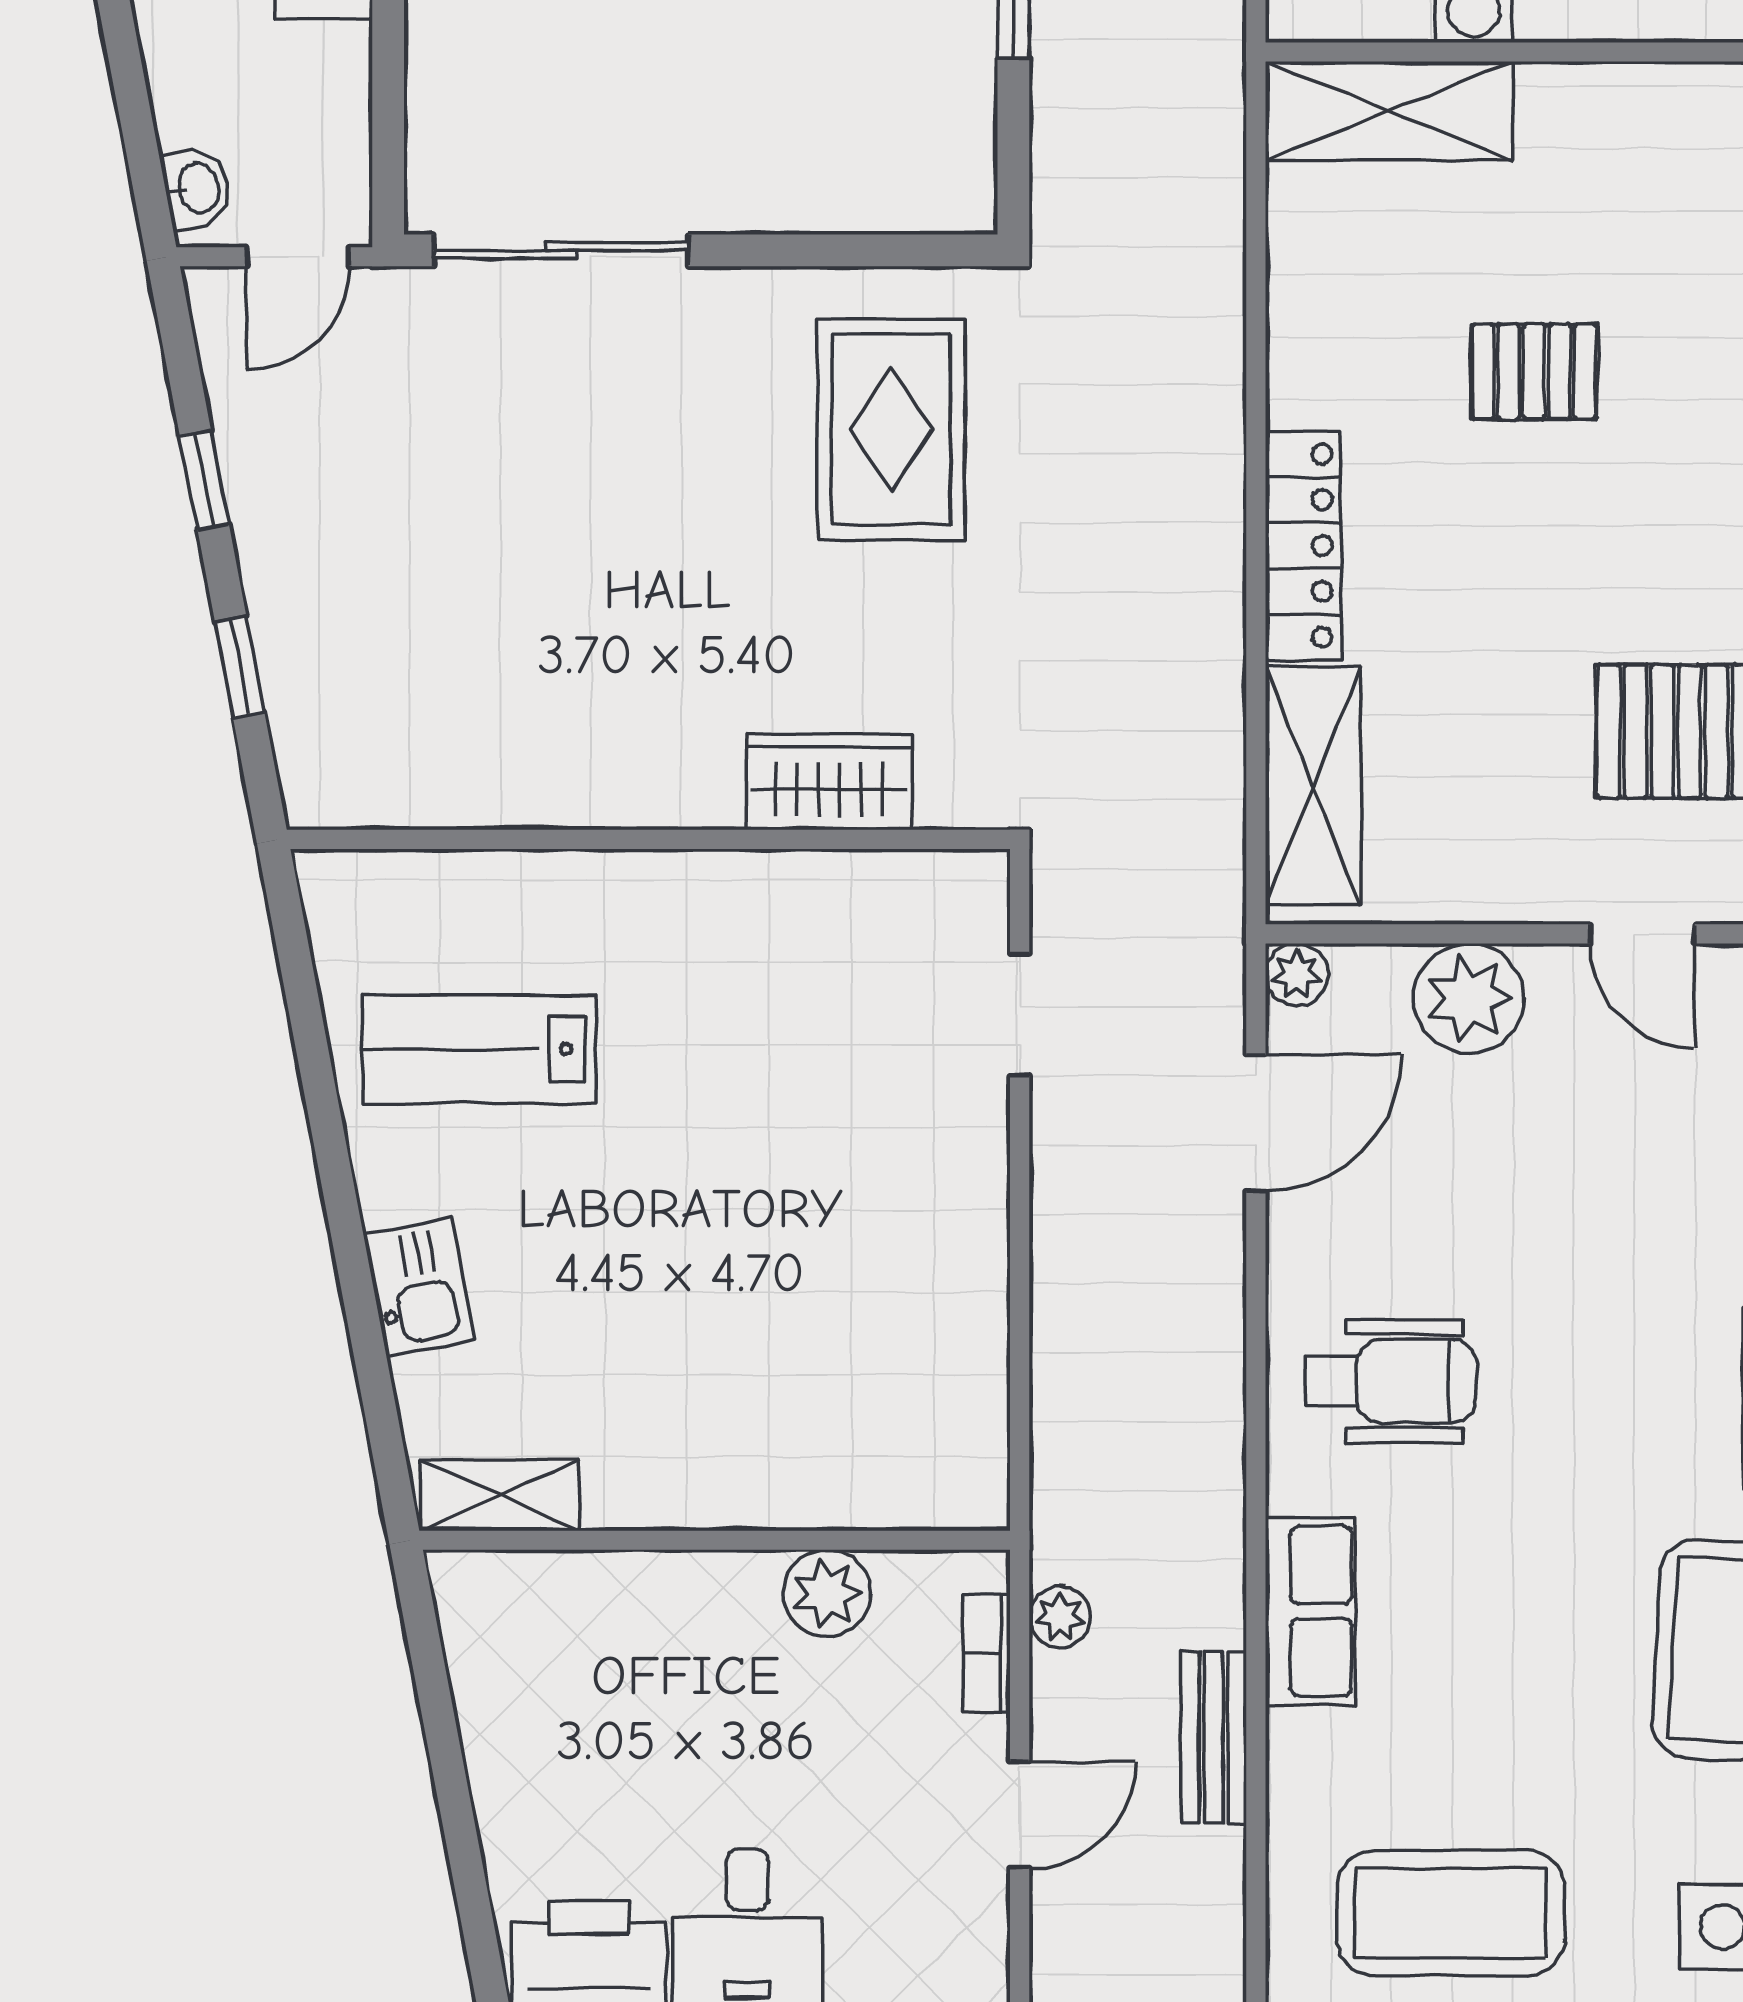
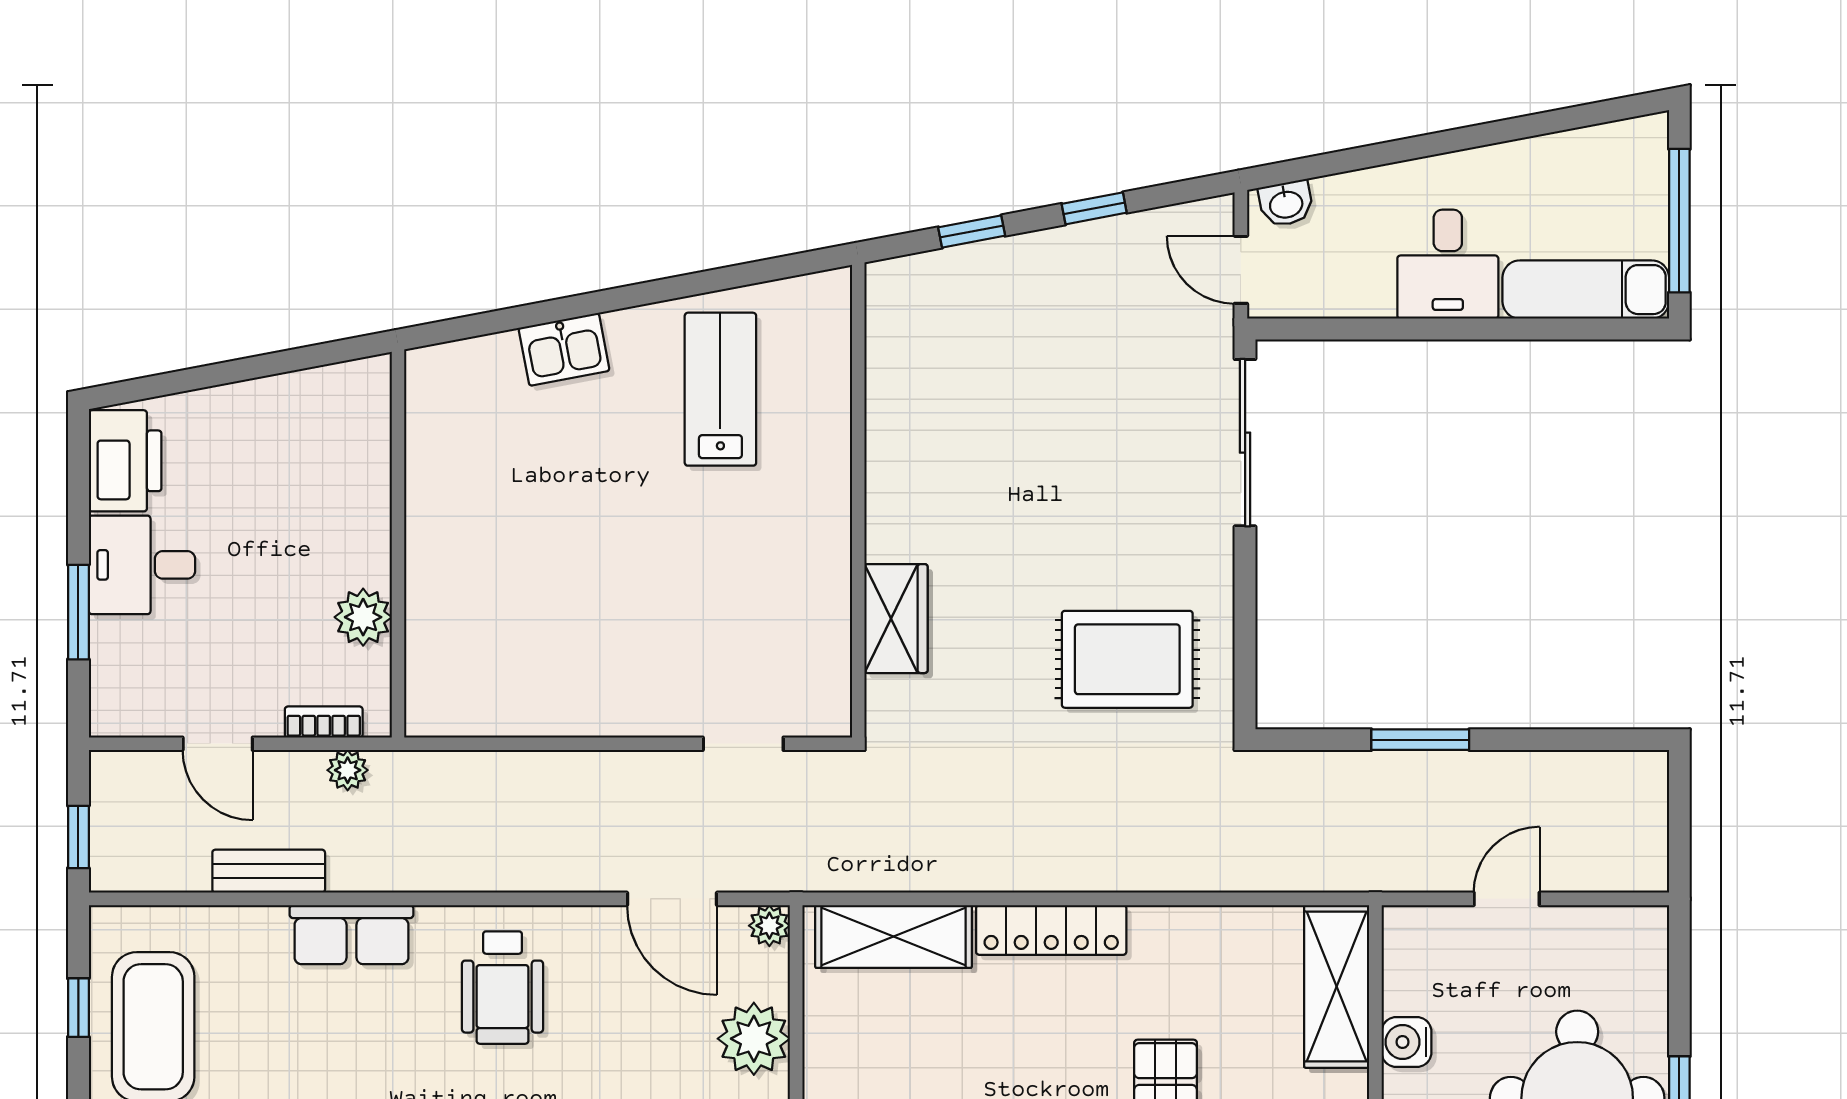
shelving: (500, 1495) -> (428, 403), removed

